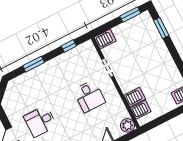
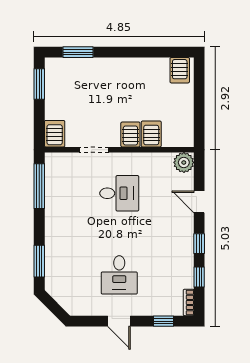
window: (69, 46) -> (39, 186), width x2.17
window: (34, 64) -> (39, 261), moved
server rack: (141, 110) -> (130, 134), moved

